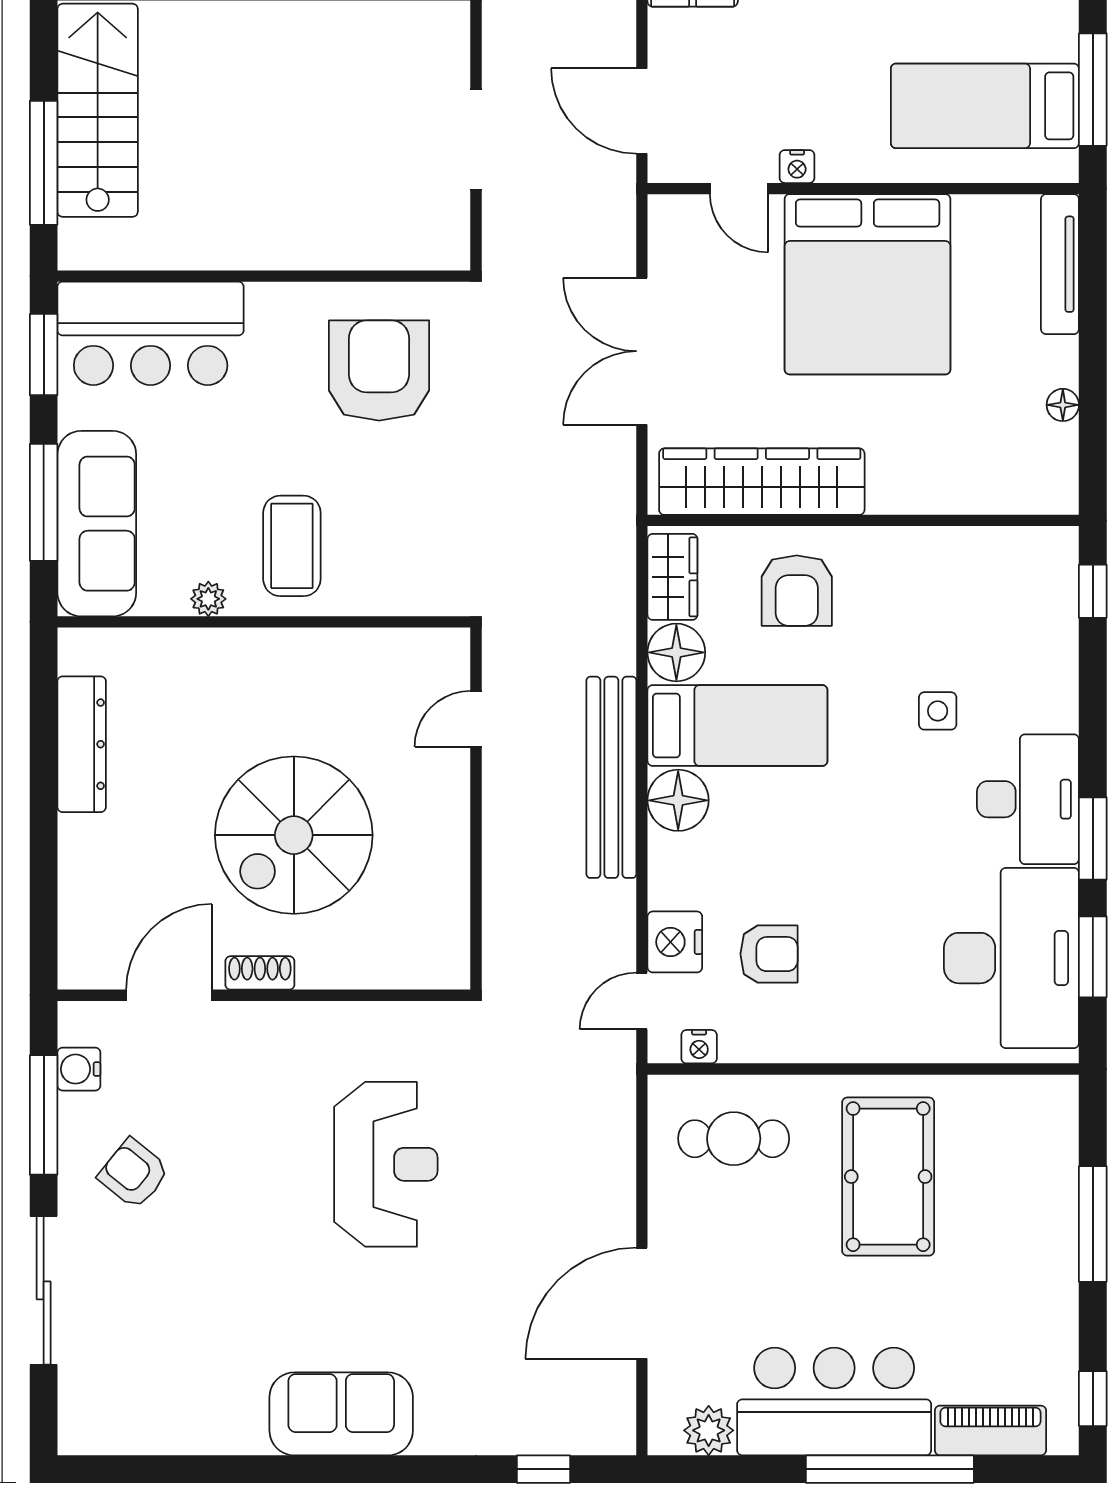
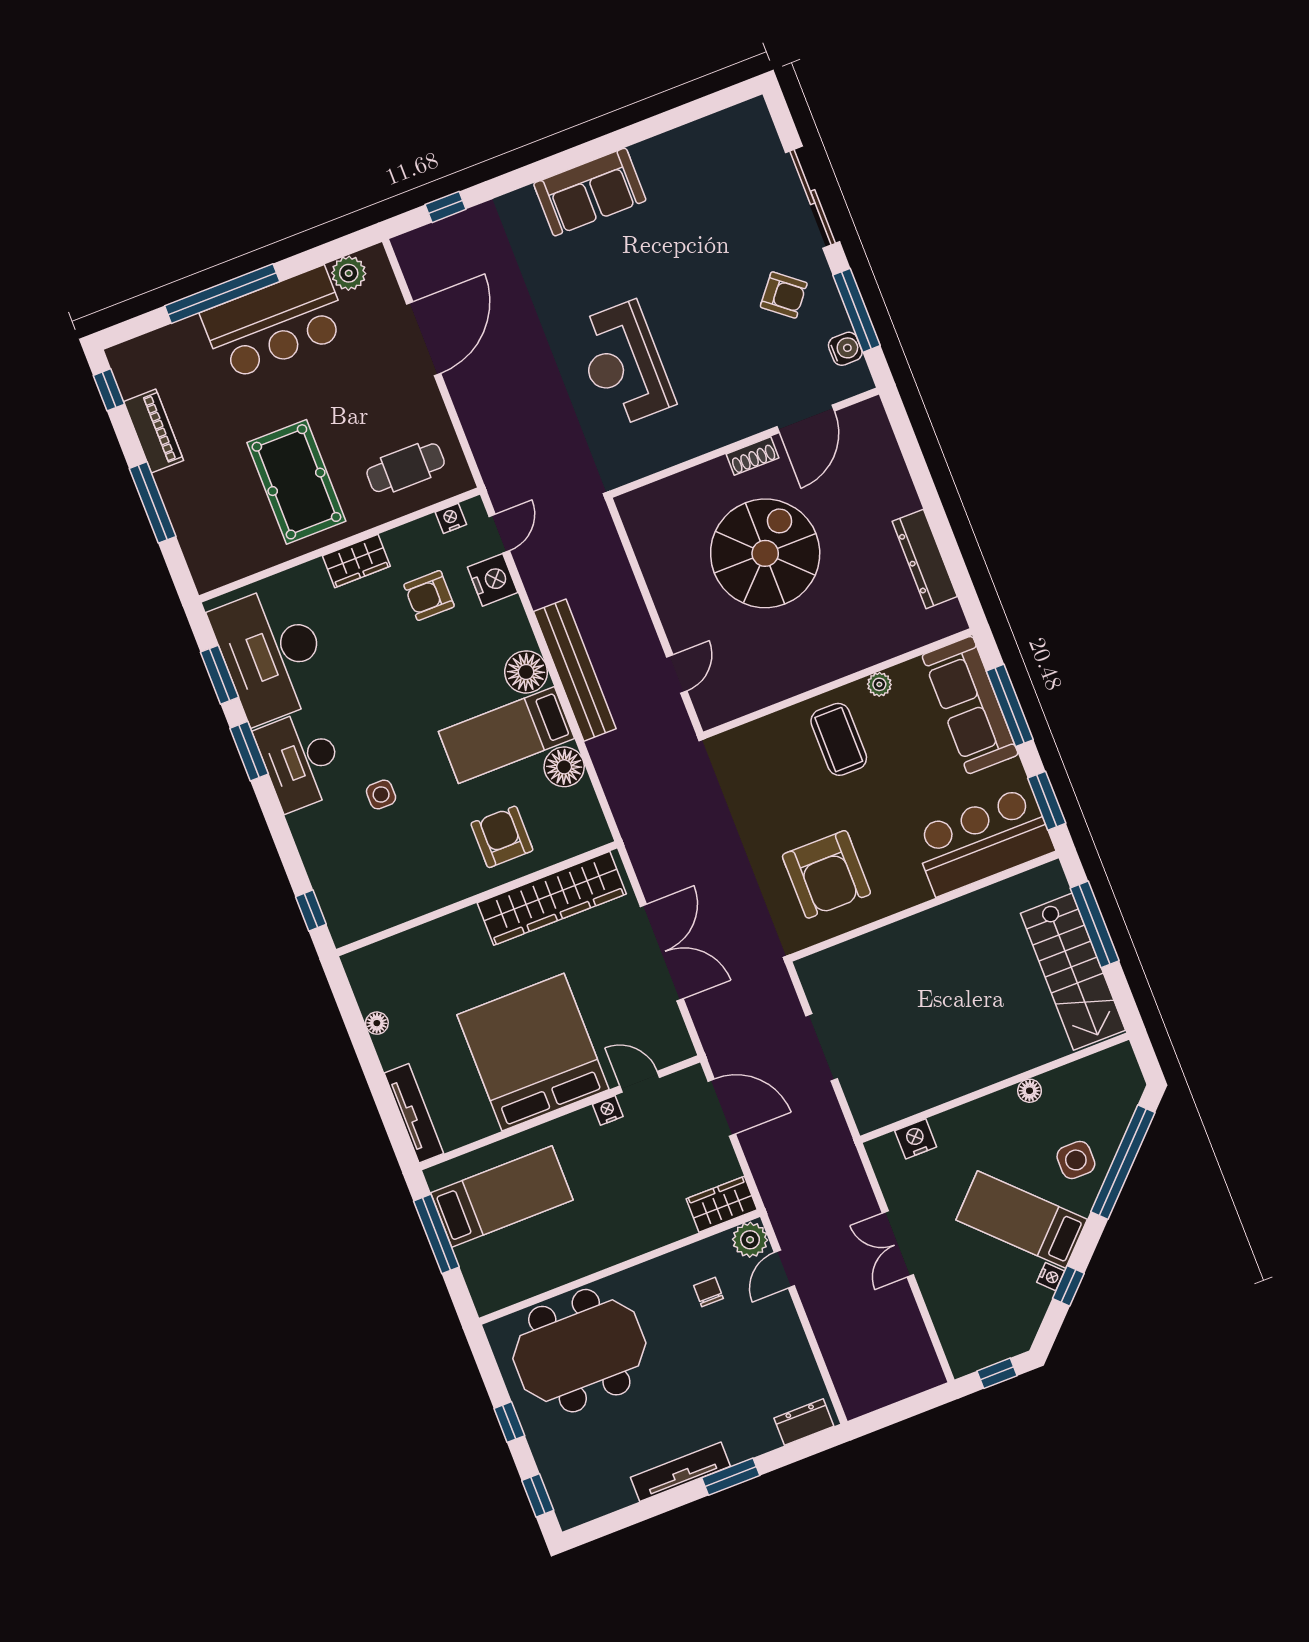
wardrobe: (672, 577) -> (356, 561), moved, turned -90
piano: (990, 1430) -> (154, 431), moved, turned -90

